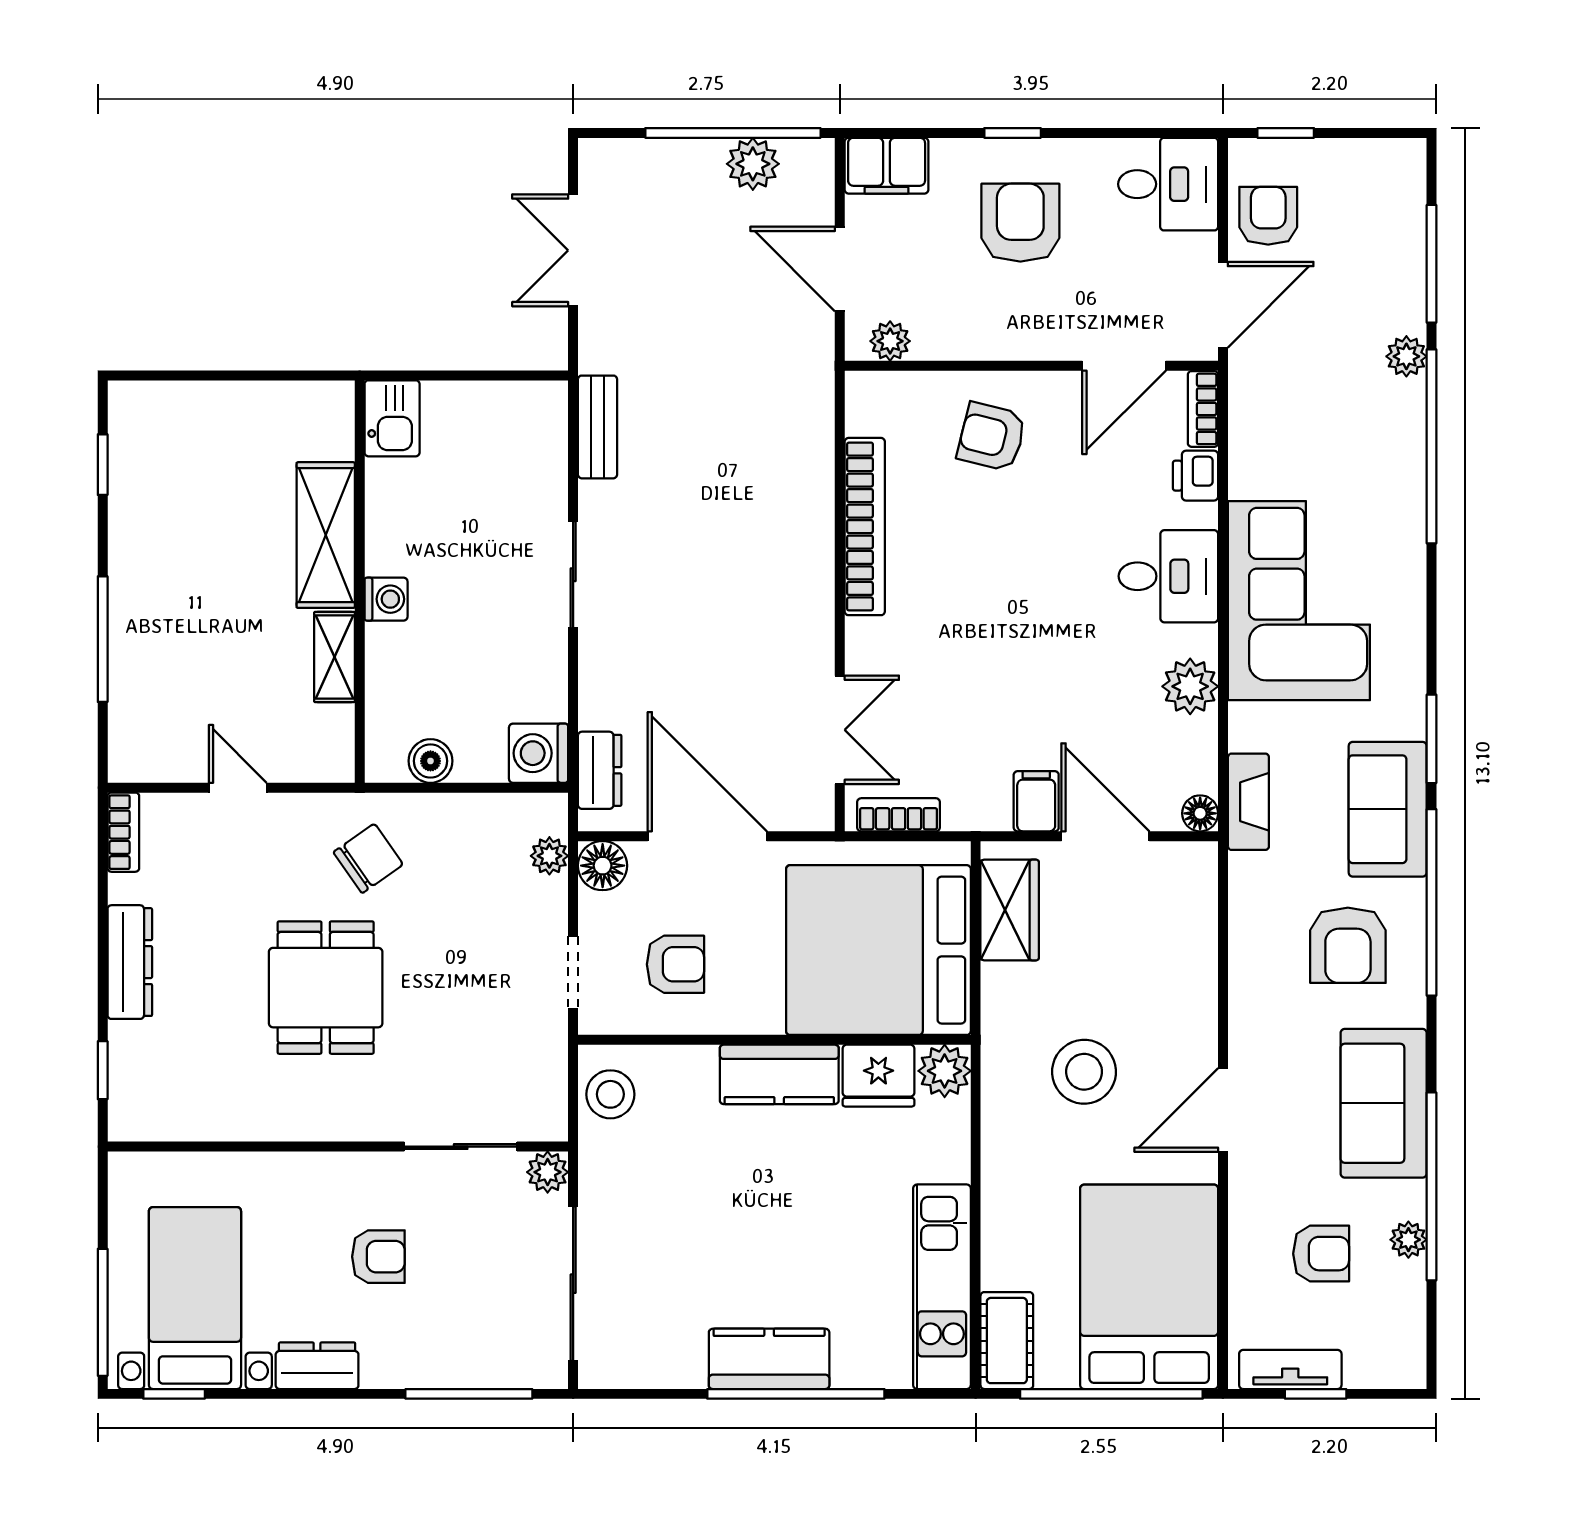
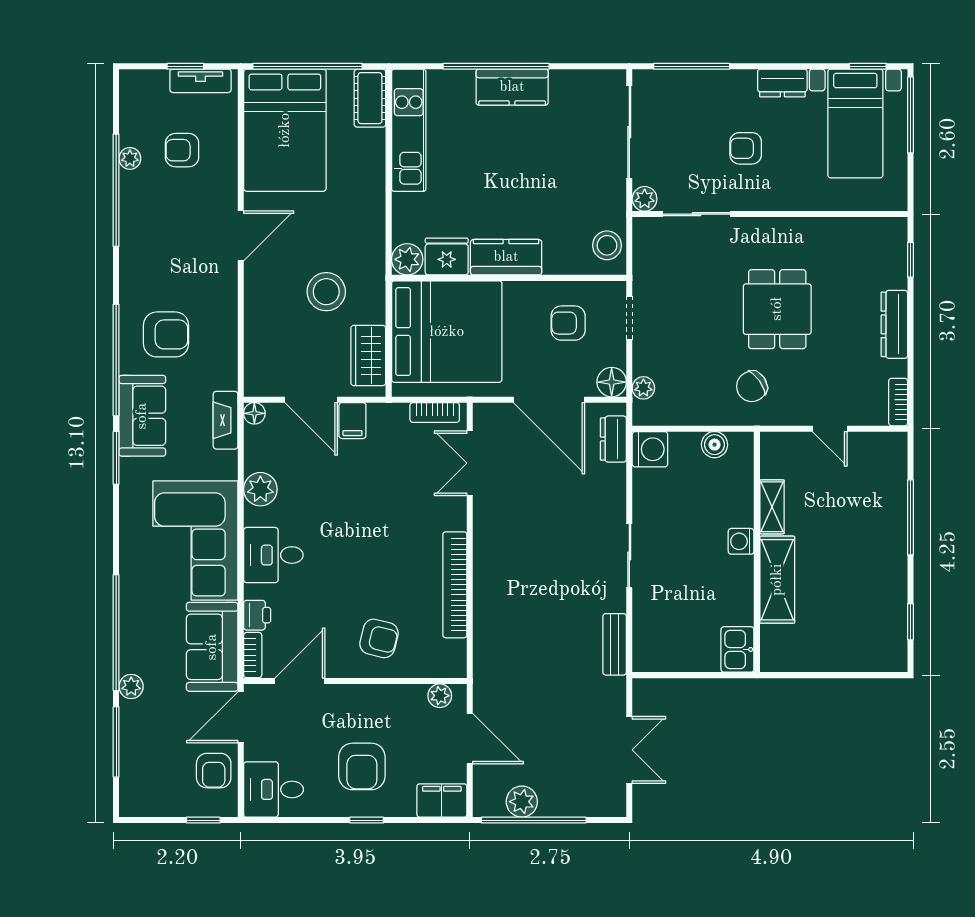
armchair: (1348, 945) -> (166, 334), turned 90
stool: (1084, 1072) -> (326, 292), moved
sofa: (1384, 1103) -> (212, 647), moved, turned 180

